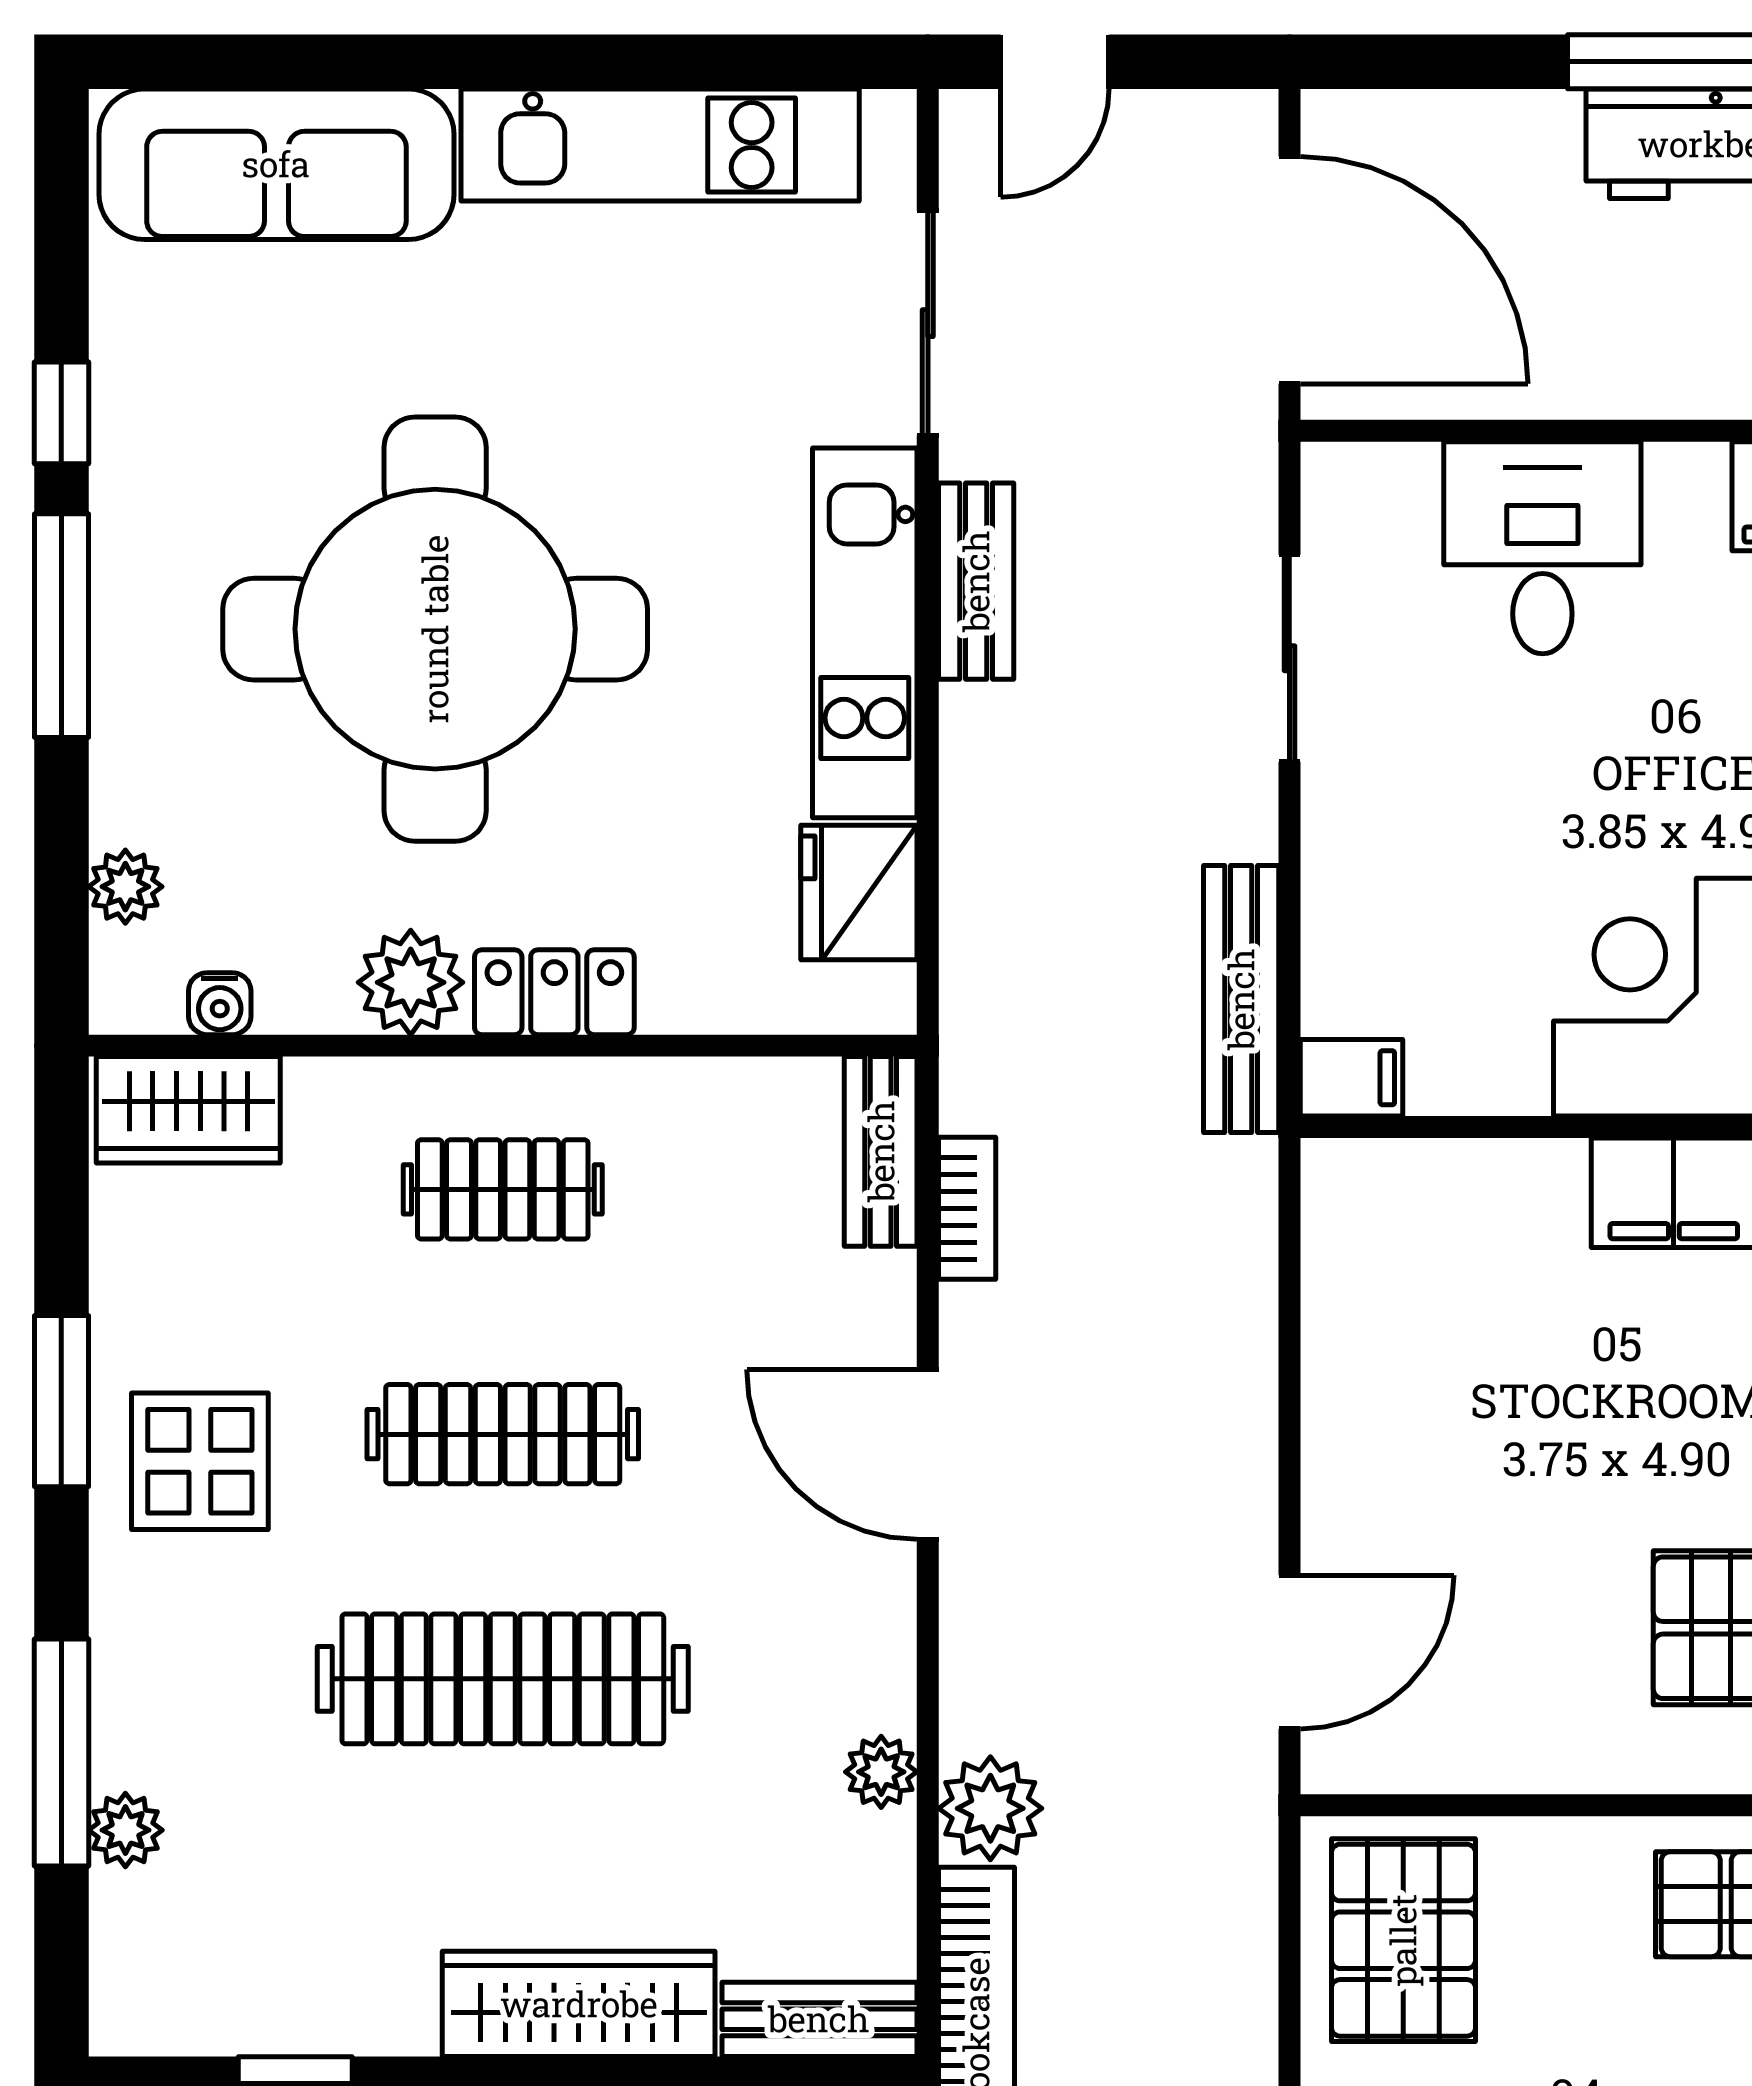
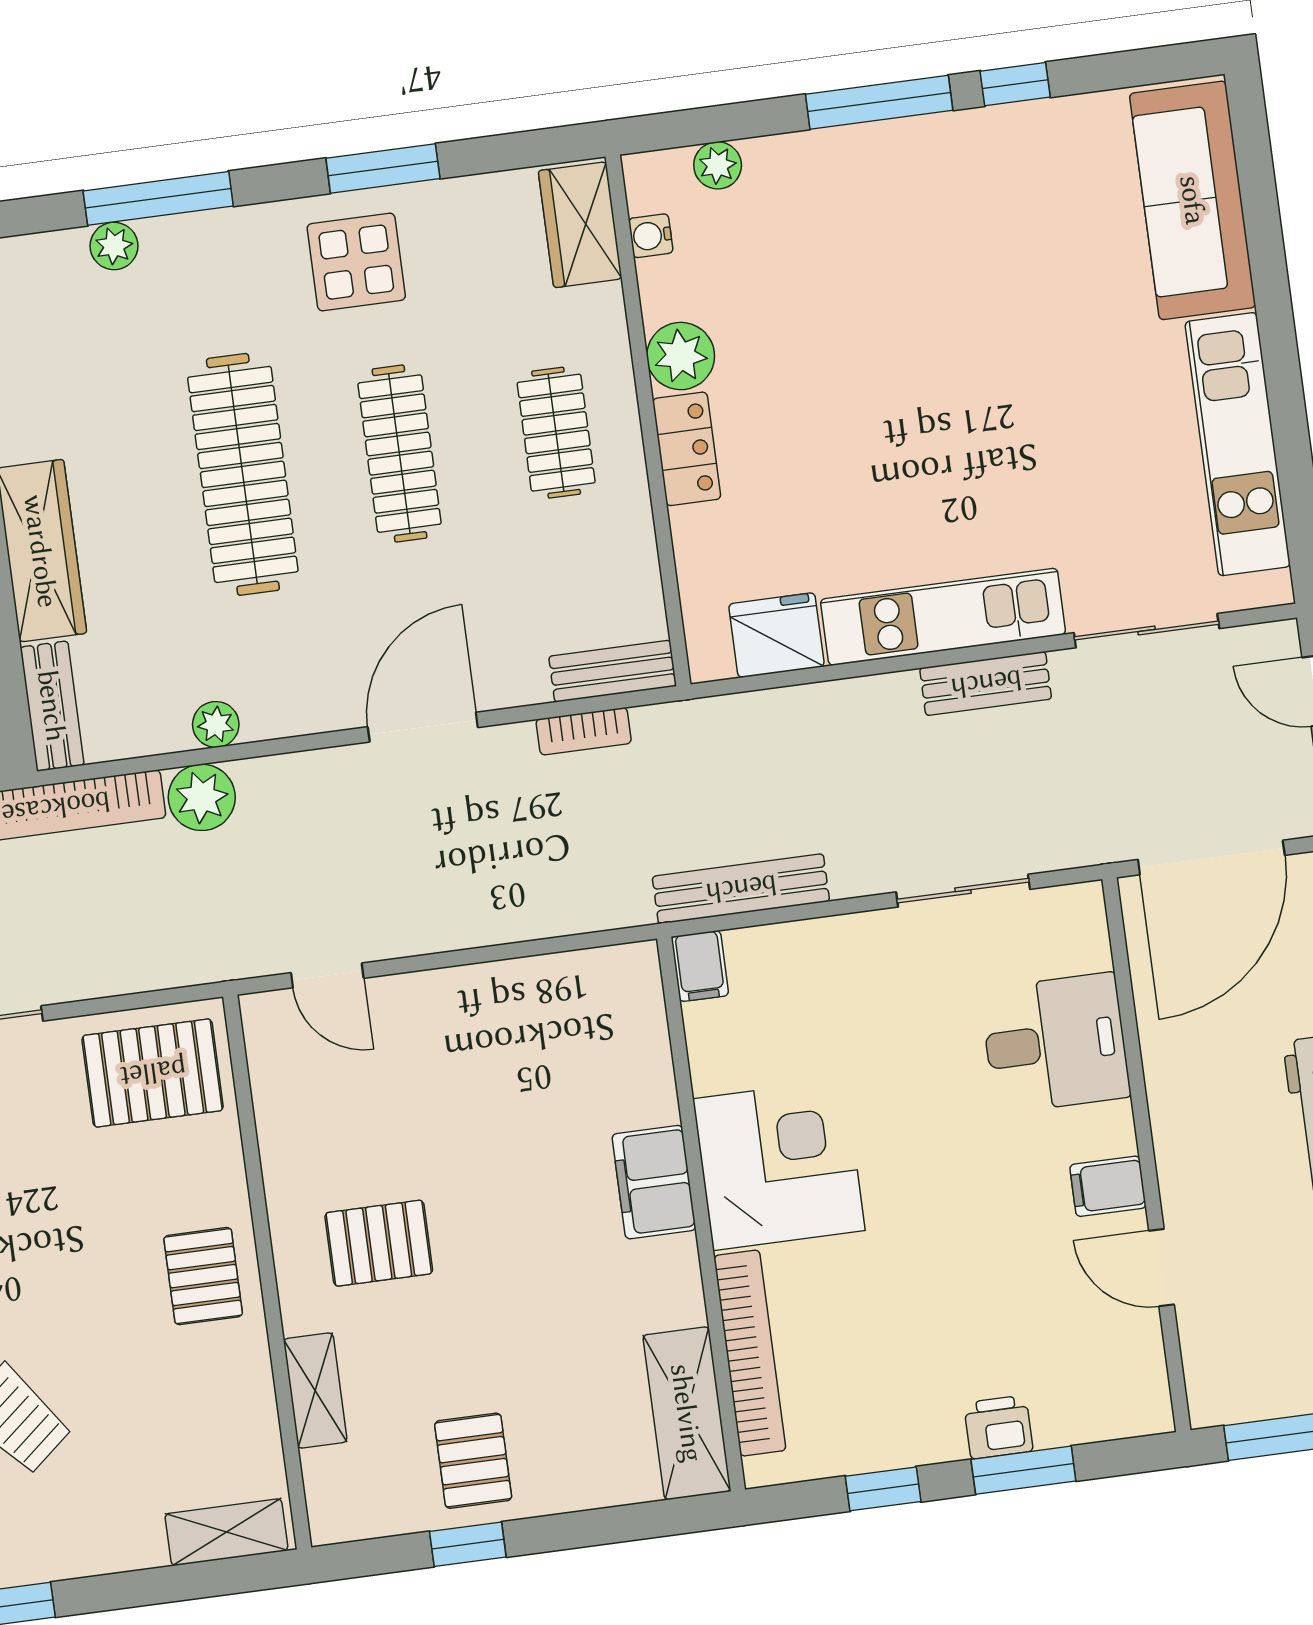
round table: (435, 629) -> (909, 342), removed
door: (1289, 1652) -> (327, 975), width x0.73

